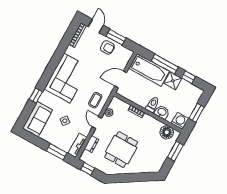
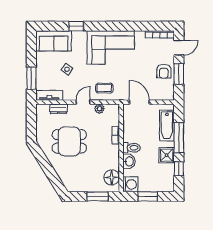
bathtub: (149, 70) -> (167, 125), width x0.73, depth x0.73
window: (88, 169) -> (31, 118), removed

